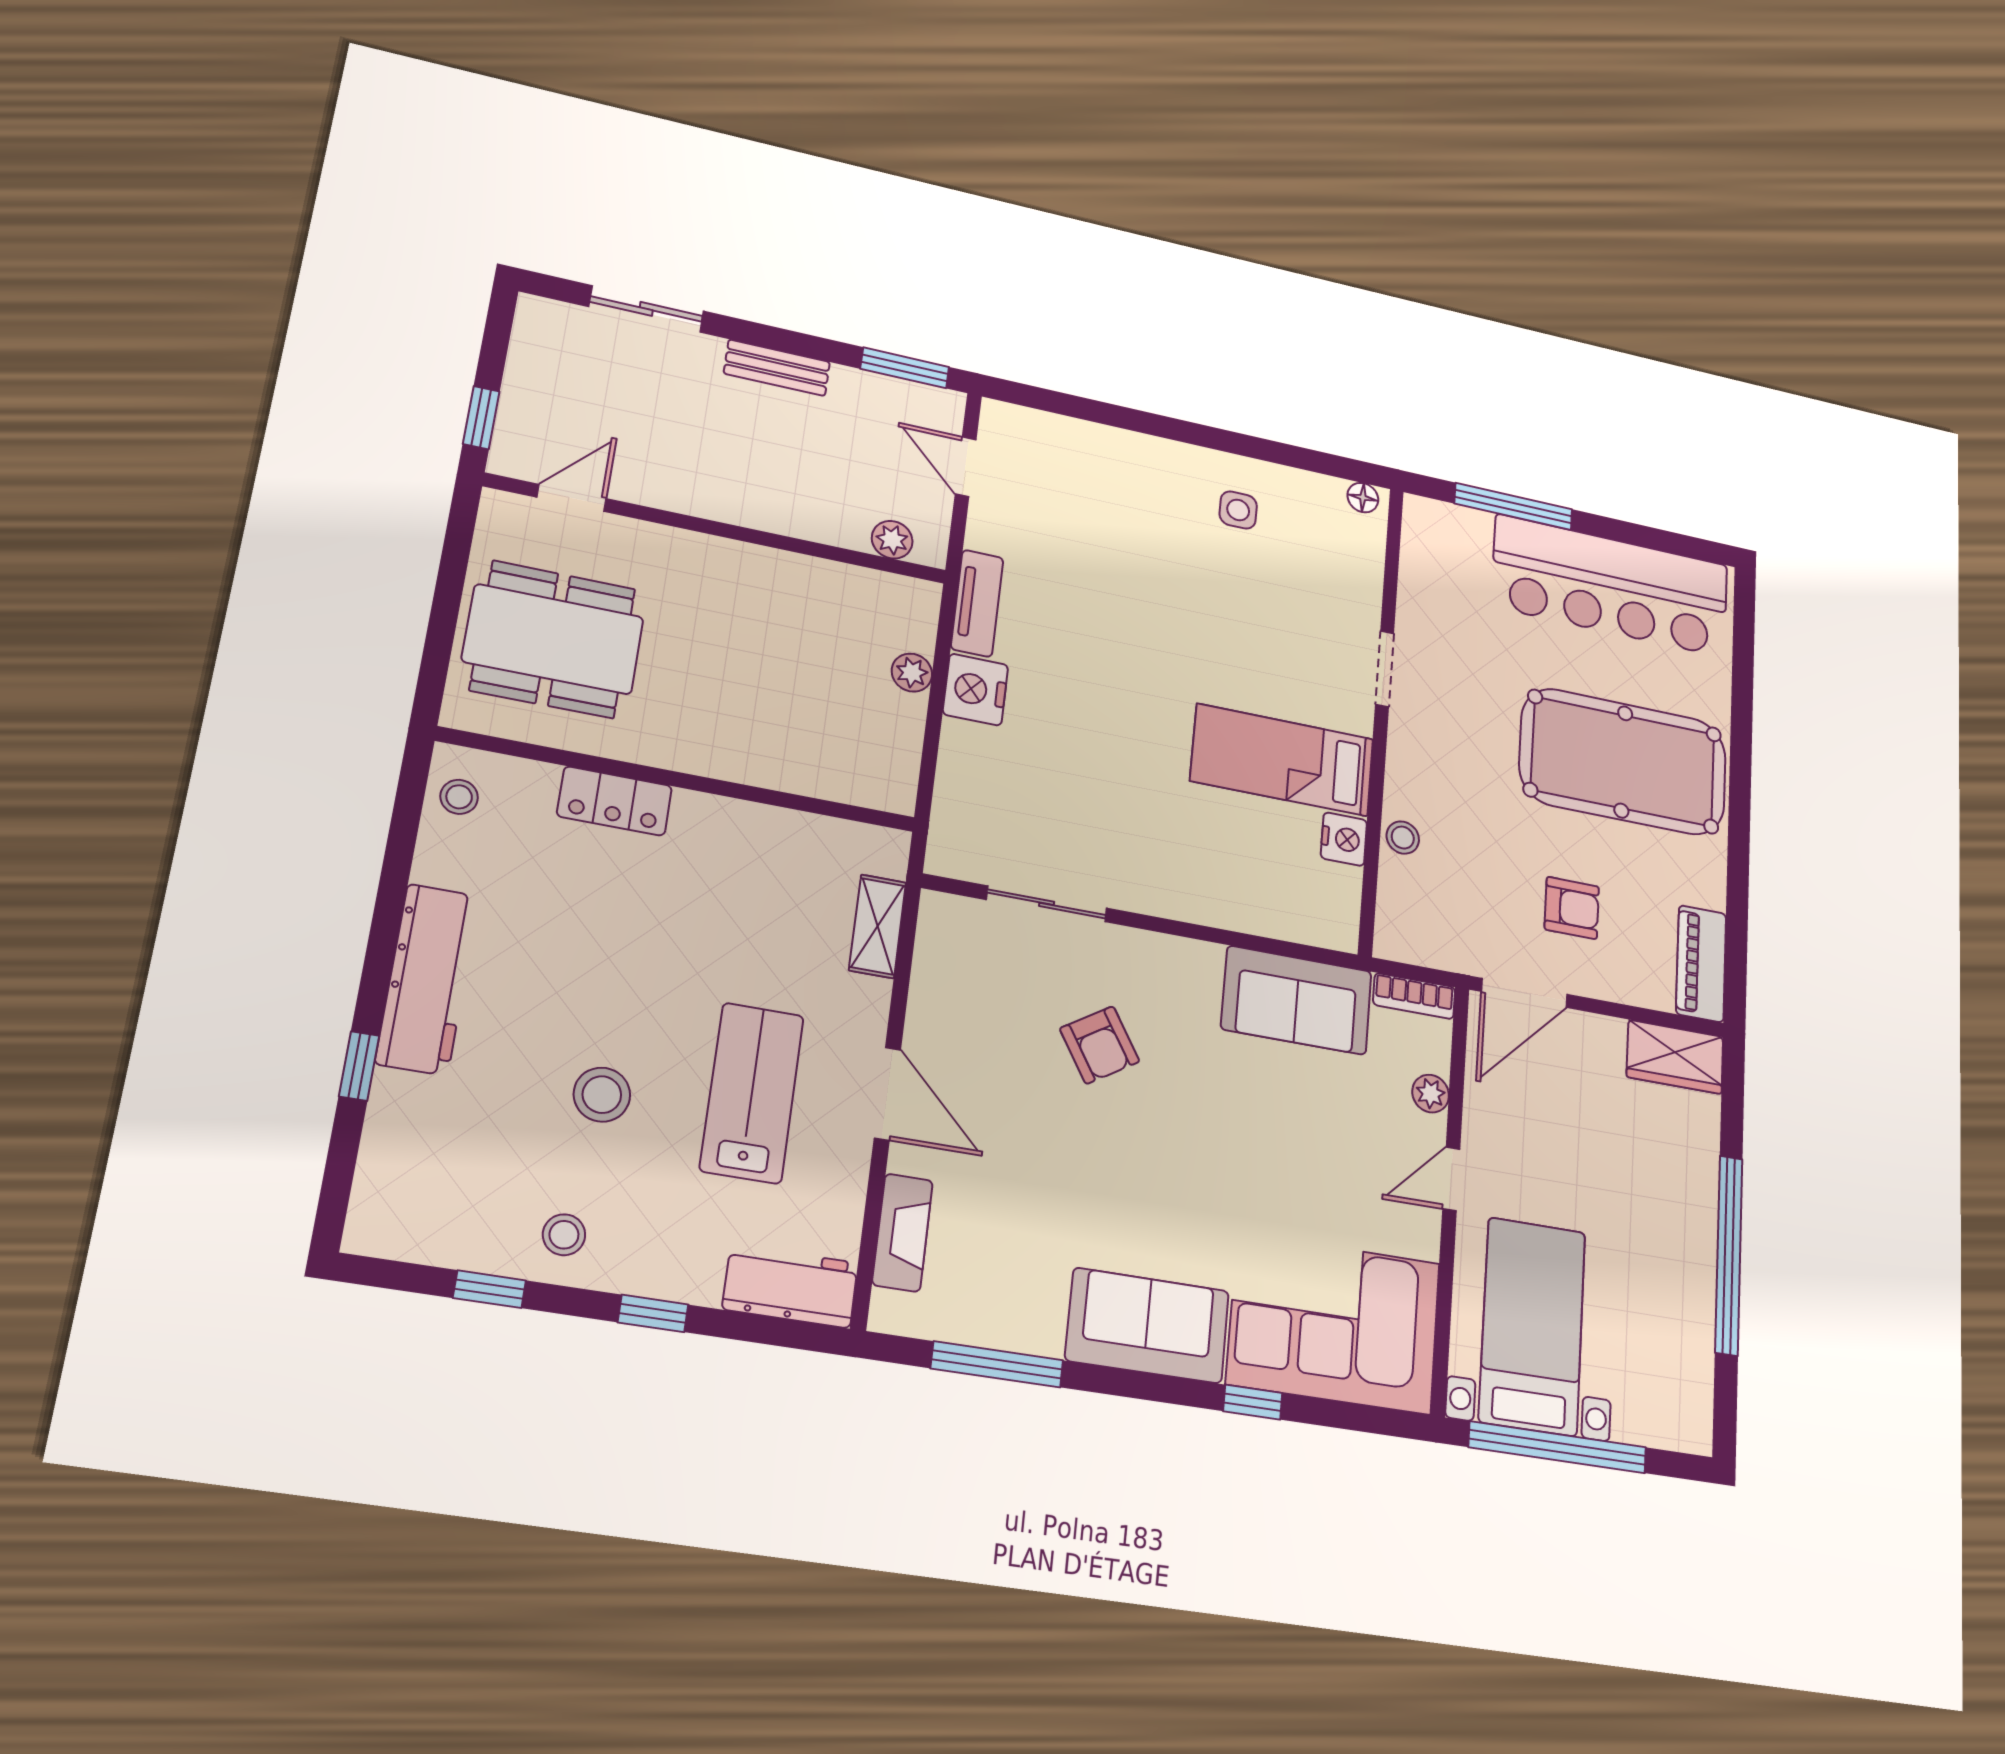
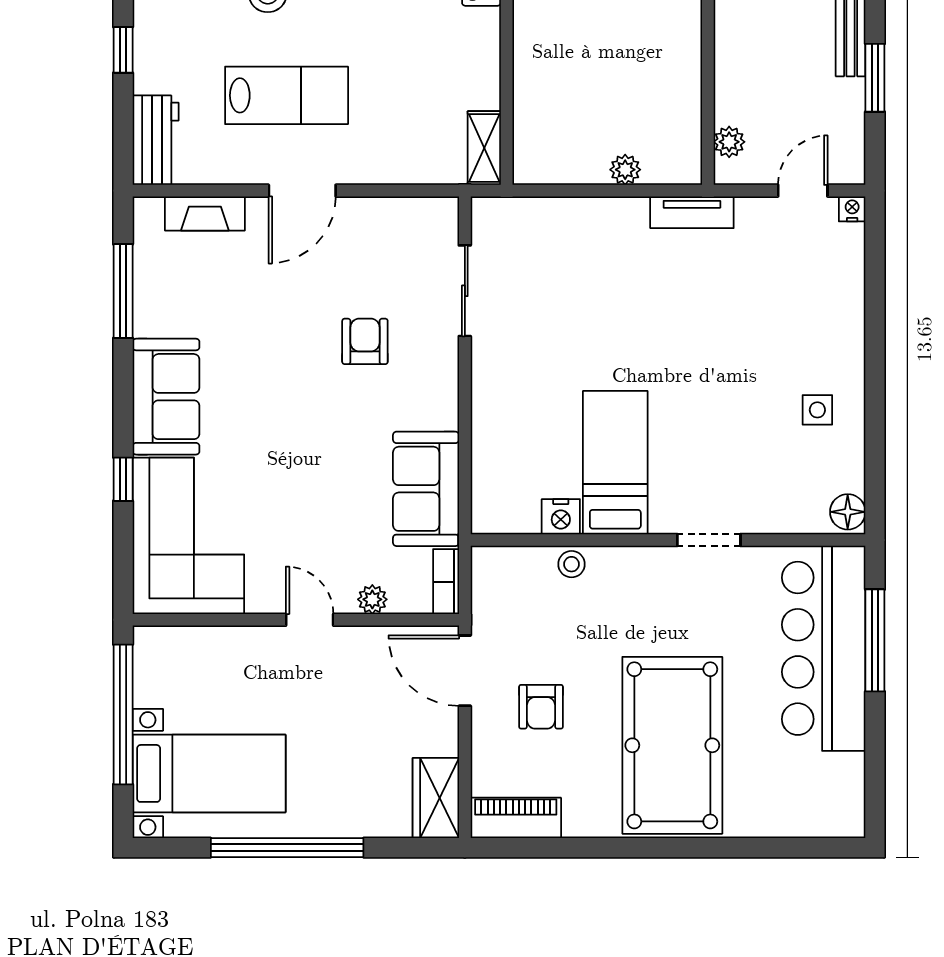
window: (905, 368) -> (875, 78), moved
floor lamp: (1363, 498) -> (848, 512), width x1.37, depth x1.37
bar counter: (1611, 586) -> (824, 648), moved
nightstand: (975, 690) -> (852, 209), moved, width x0.53, depth x0.56
shelving: (877, 926) -> (484, 148), moved, turned 90
armchair: (1100, 1045) -> (365, 341), turned 122
bed with nightstands: (1532, 1326) -> (209, 773), moved

